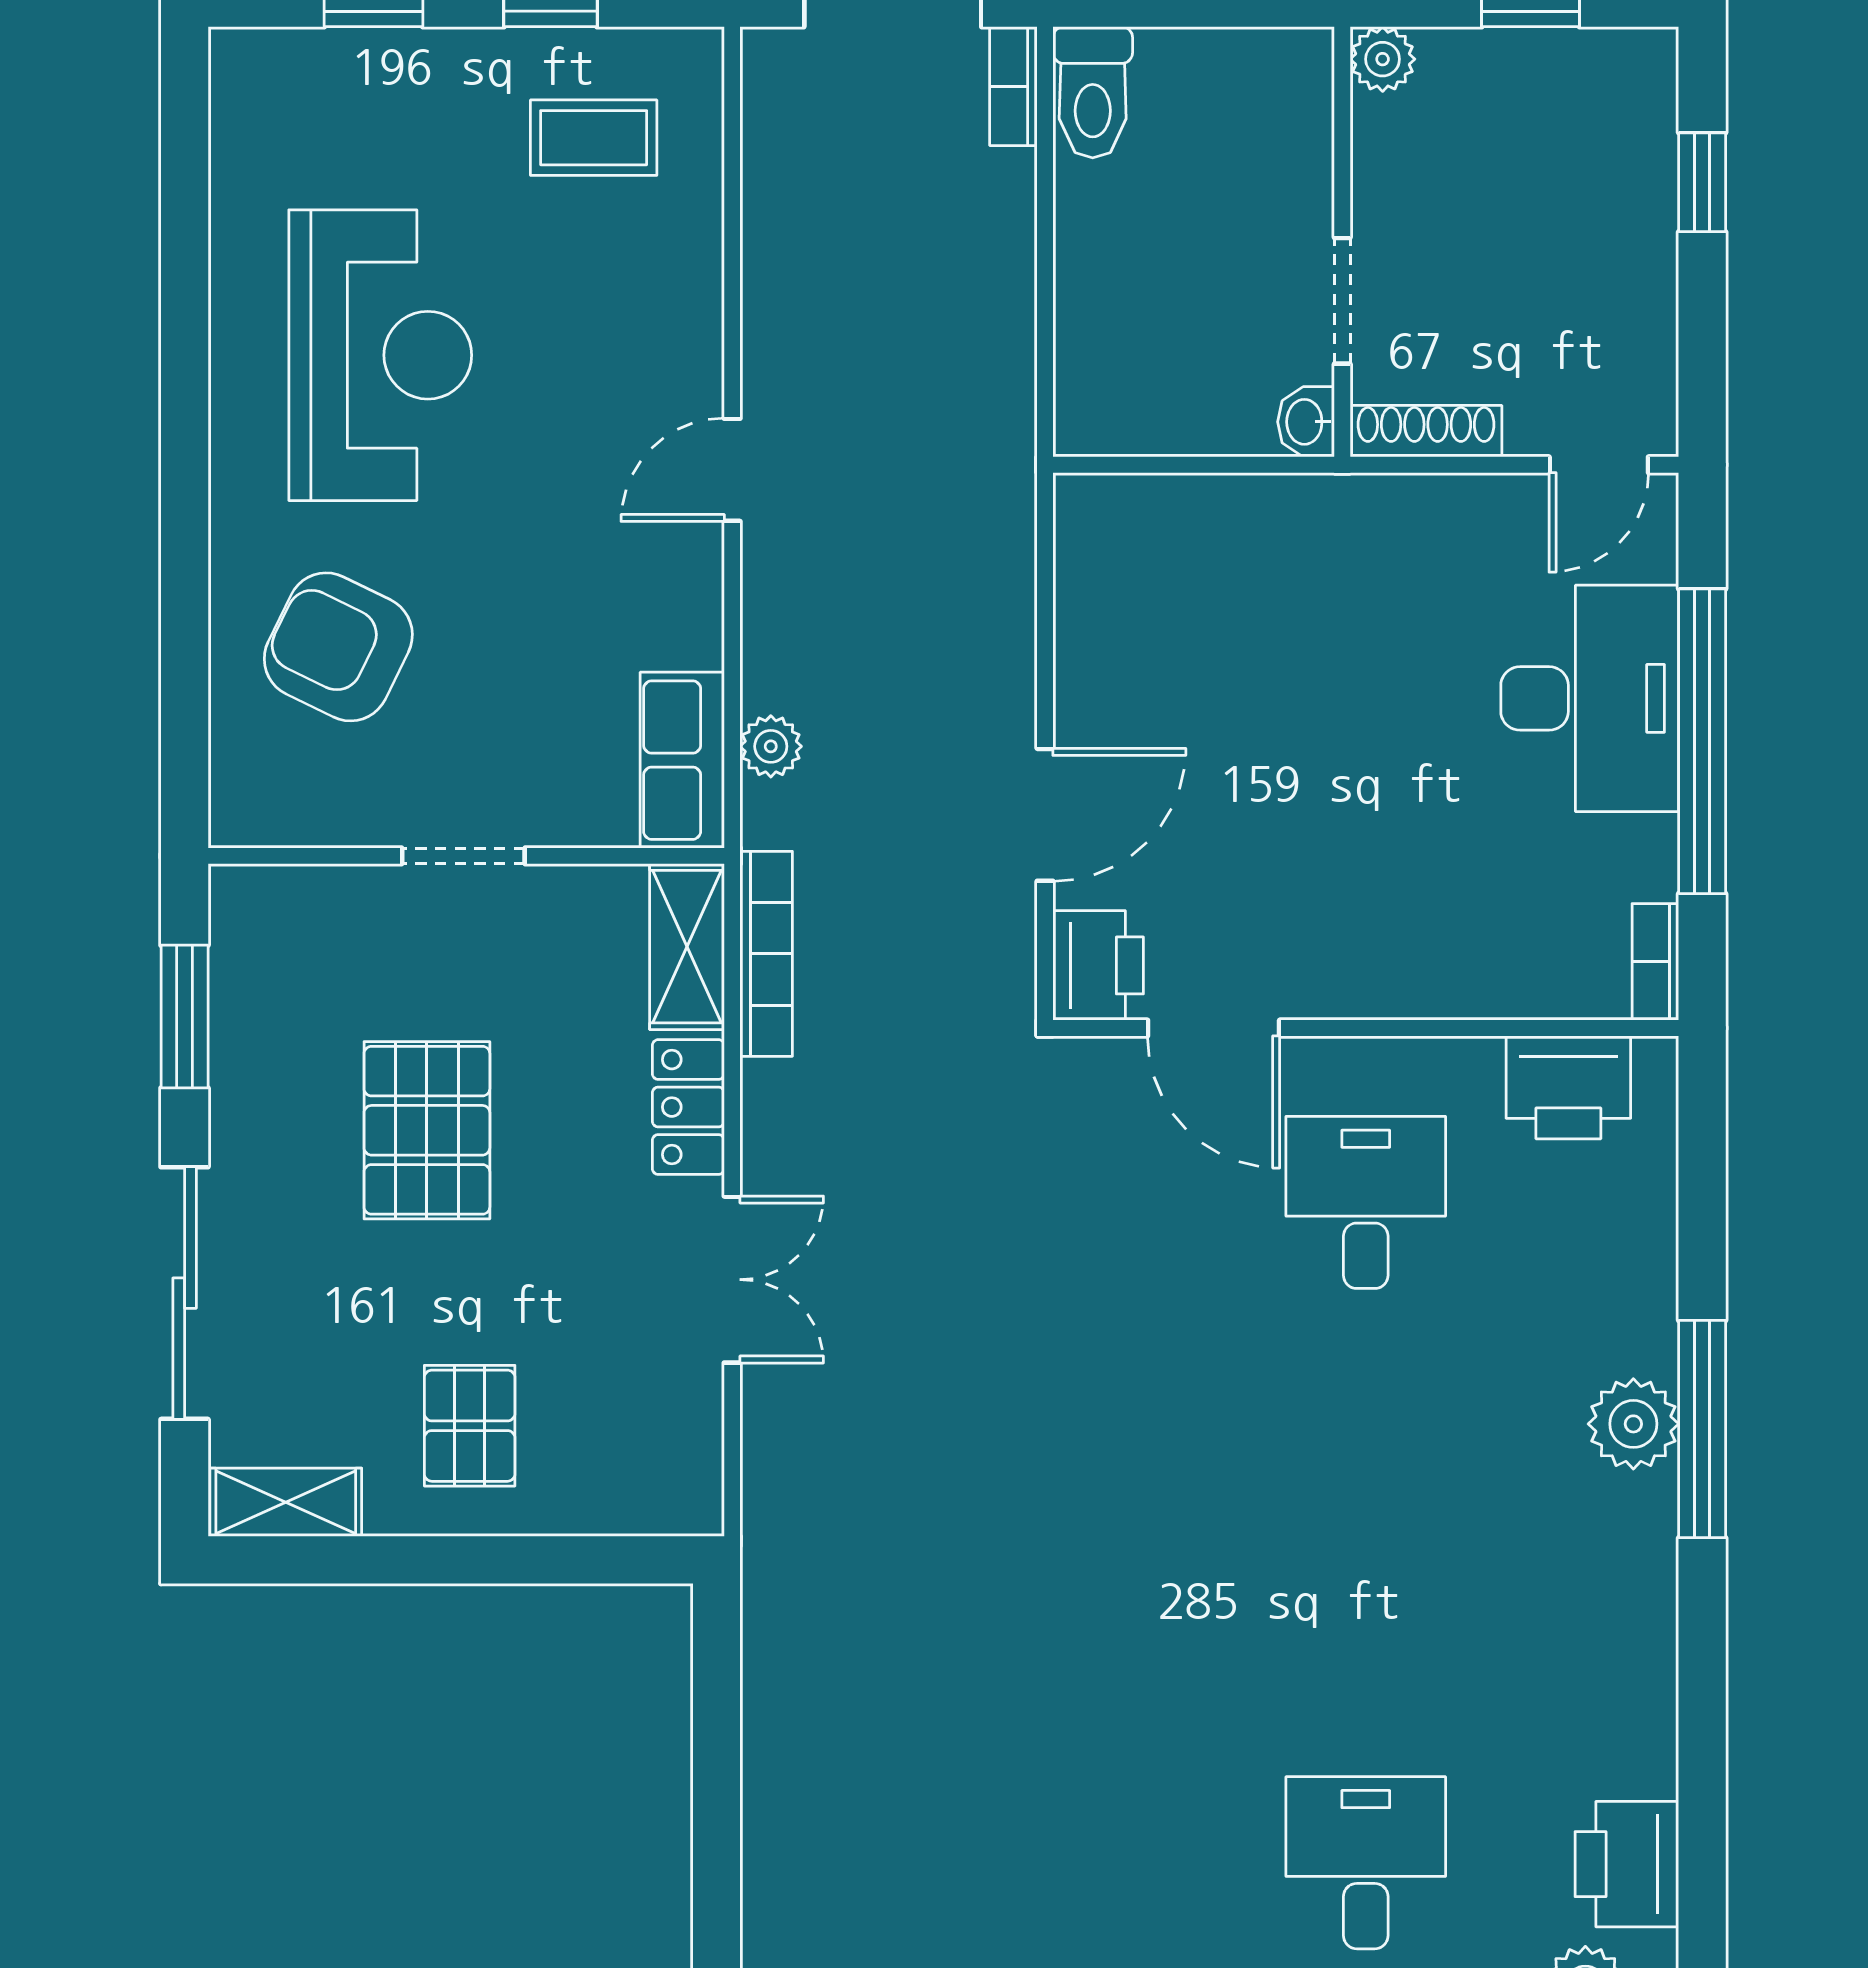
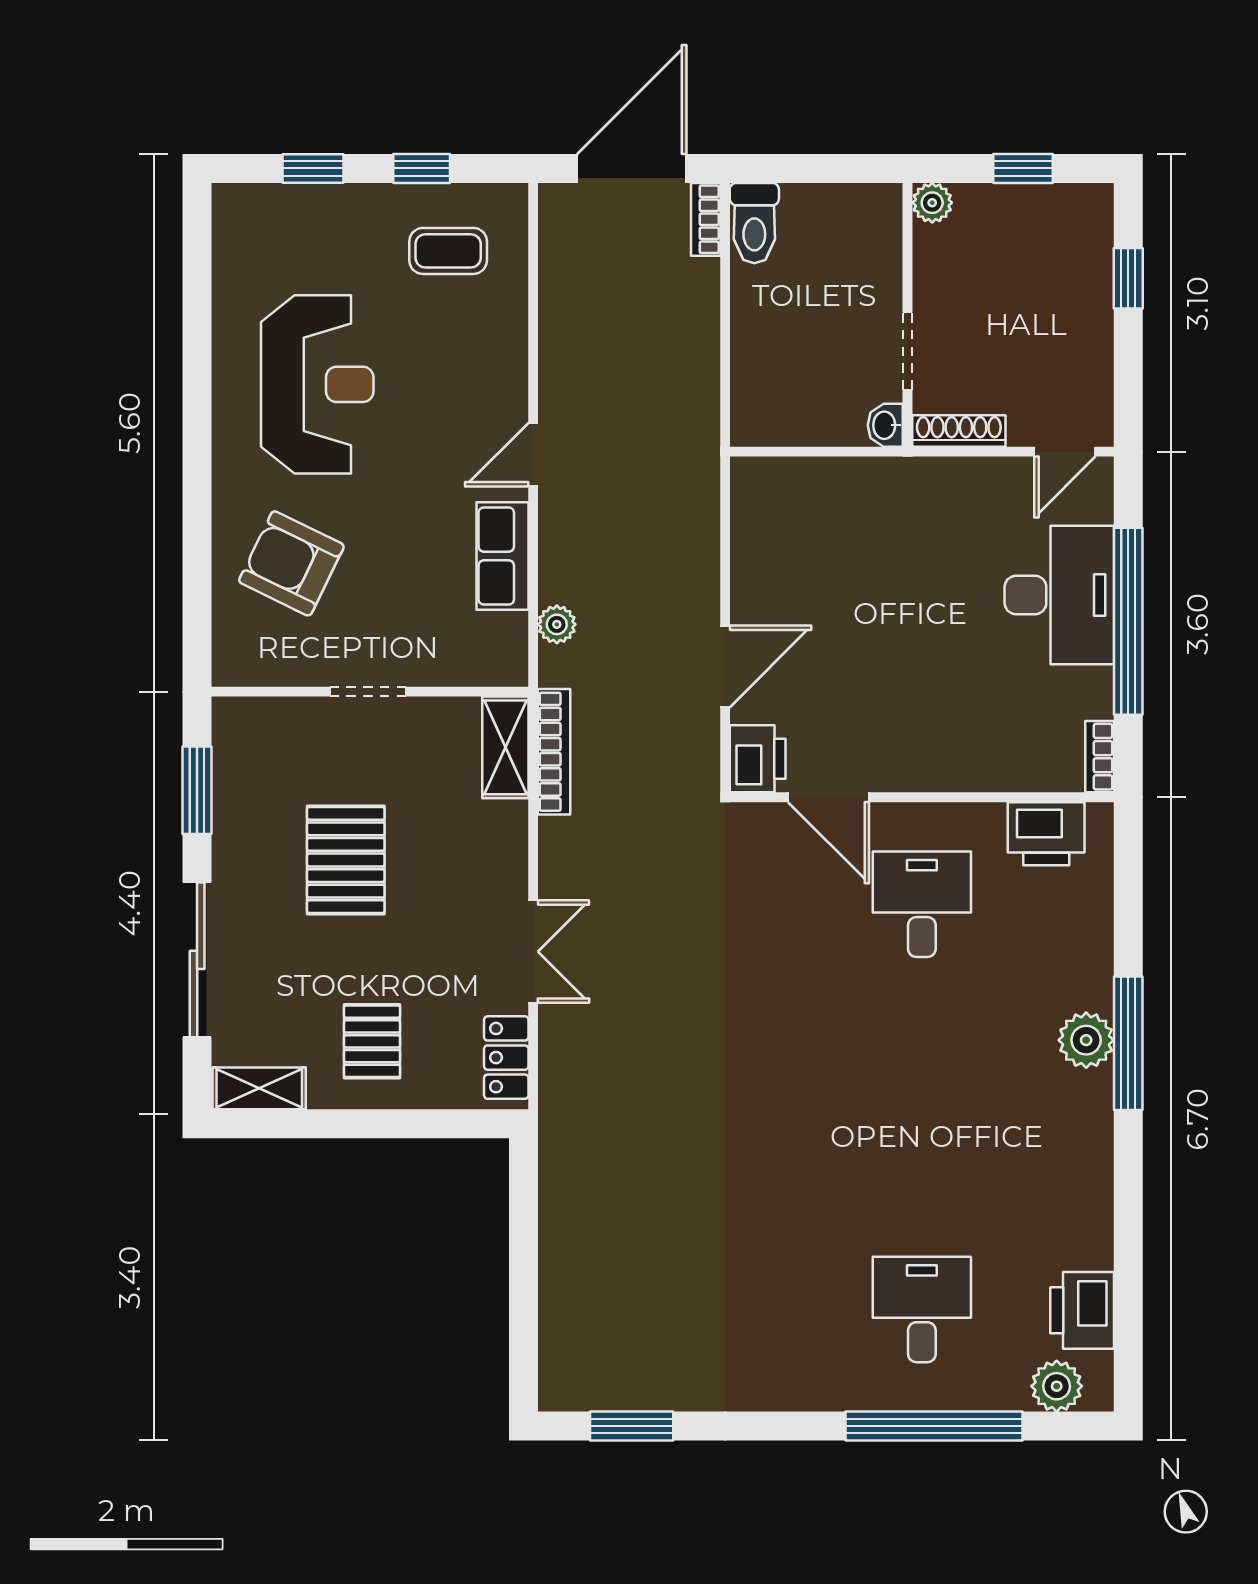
row of seats: (682, 760) -> (502, 556), moved
locker: (688, 1107) -> (506, 1058), moved

